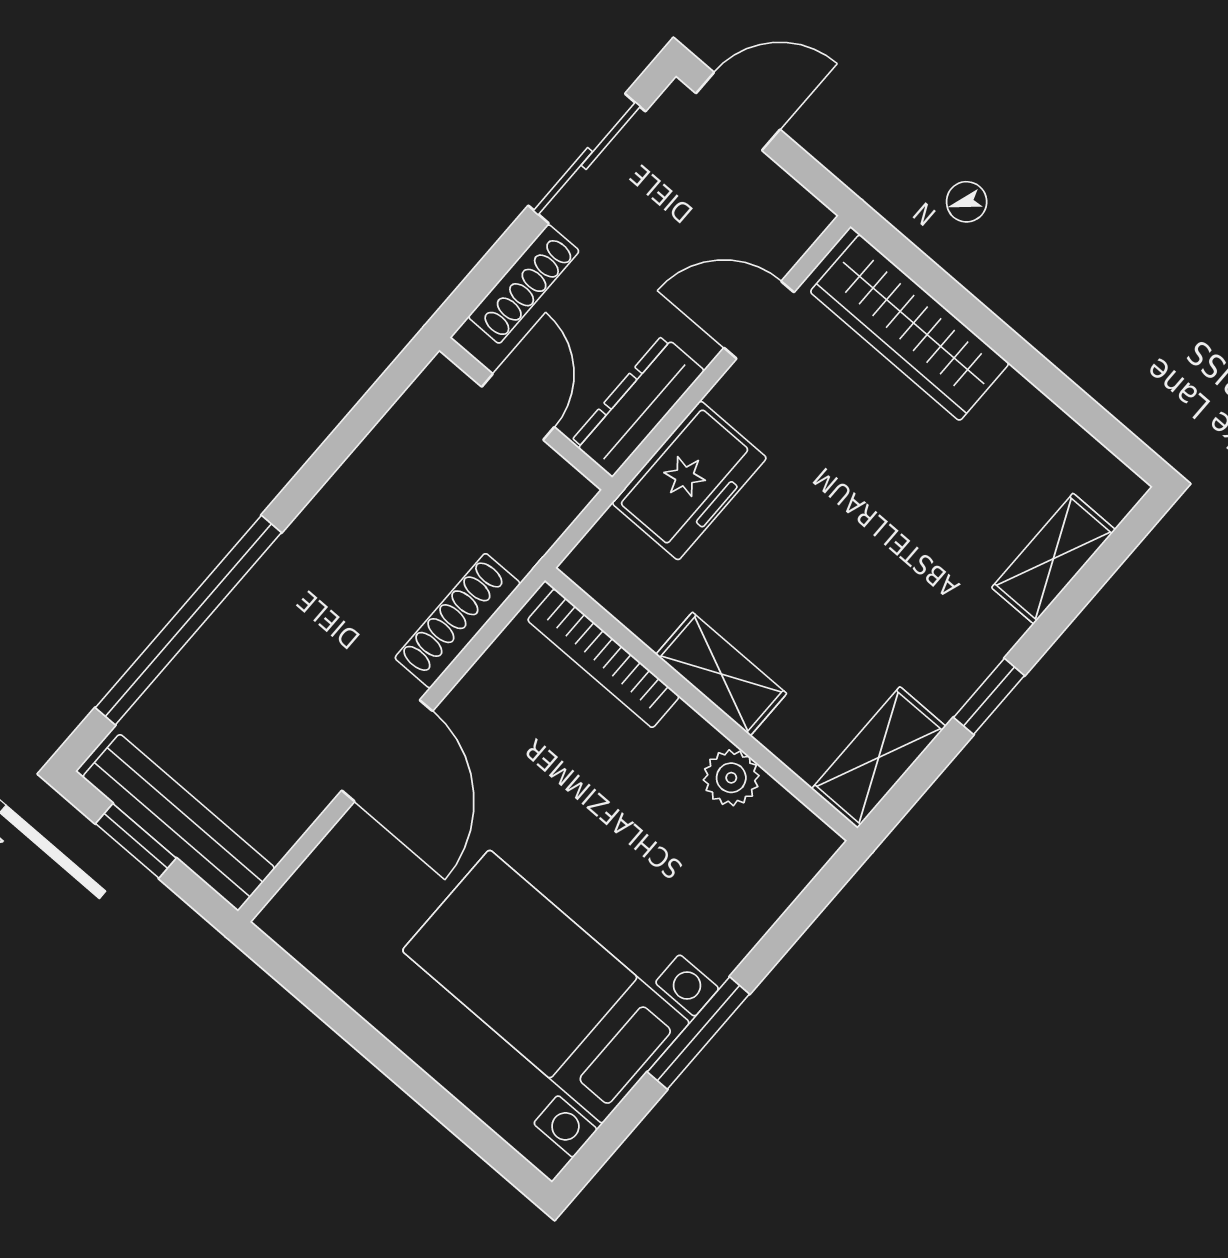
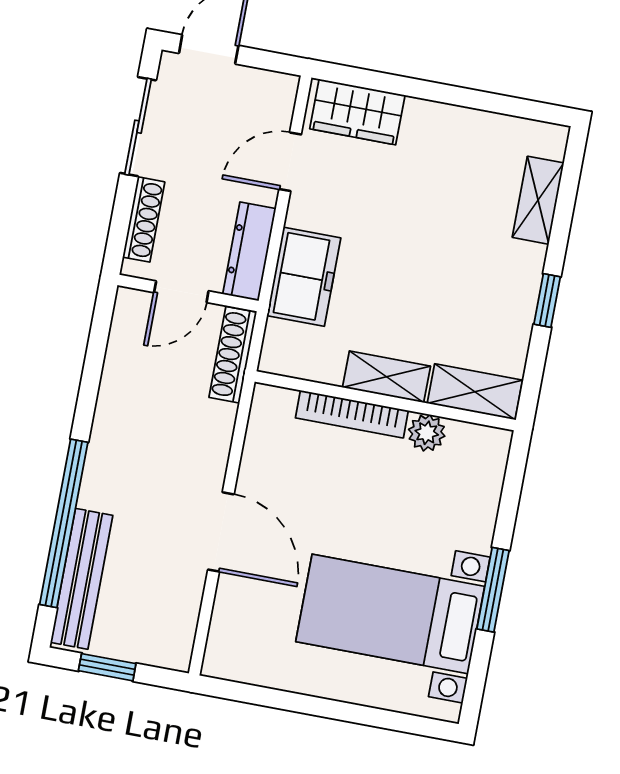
wardrobe: (910, 328) -> (357, 112), width x0.67
door: (518, 407) -> (181, 292), swing flipped
shoe rack: (458, 621) -> (233, 355), moved
bookcase: (603, 658) -> (352, 414), moved
shelving: (879, 758) -> (475, 392), moved, turned 90
bench: (179, 822) -> (82, 579), moved, turned 90

